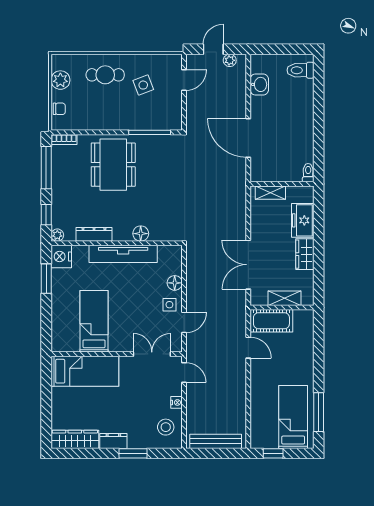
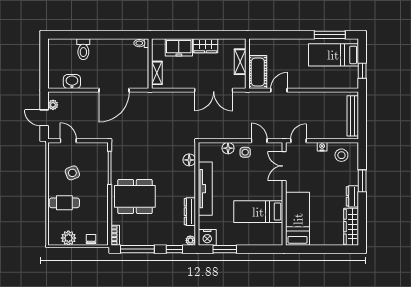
toilet: (300, 70) -> (83, 49), moved
cafe table: (105, 75) -> (64, 203), turned 90
floor lamp: (141, 234) -> (189, 160), moved

